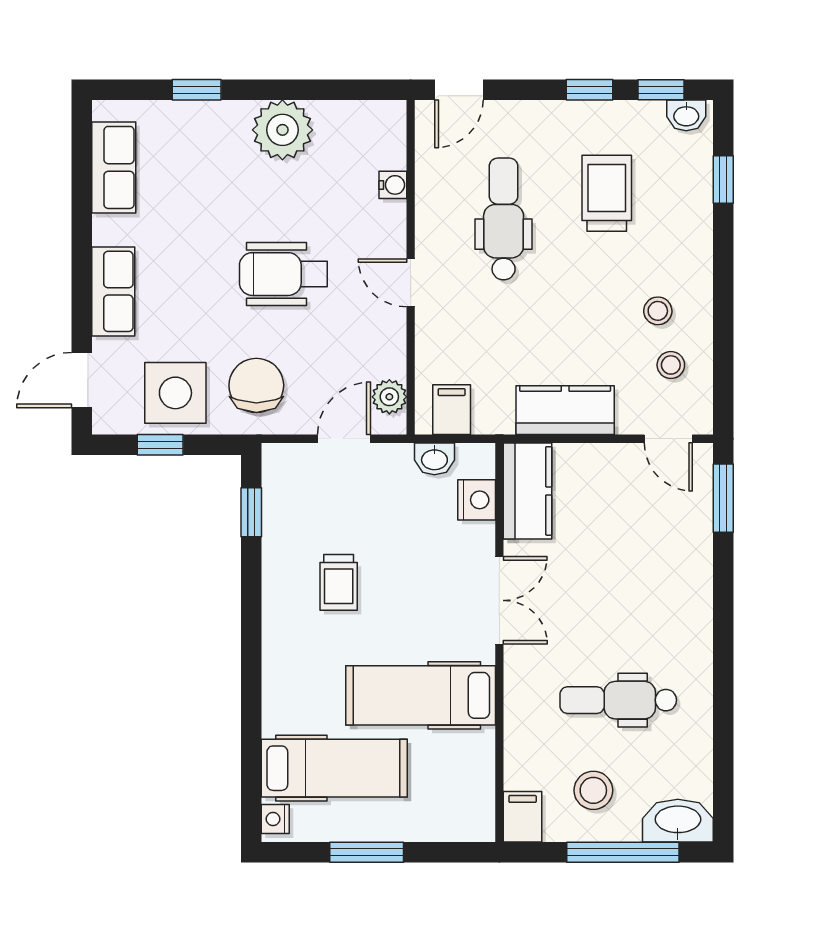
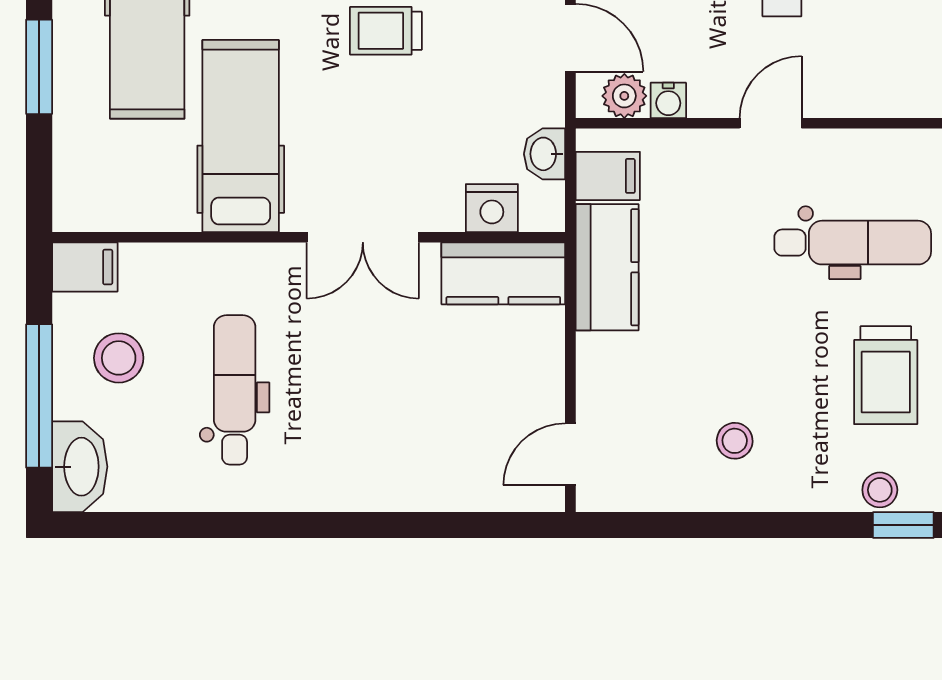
water cooler: (393, 185) -> (668, 100), moved
trolley: (607, 193) -> (886, 375), turned 90
stool: (671, 365) -> (880, 490), moved
kitchen counter: (565, 410) -> (607, 267), moved
window: (723, 498) -> (494, 525), removed

